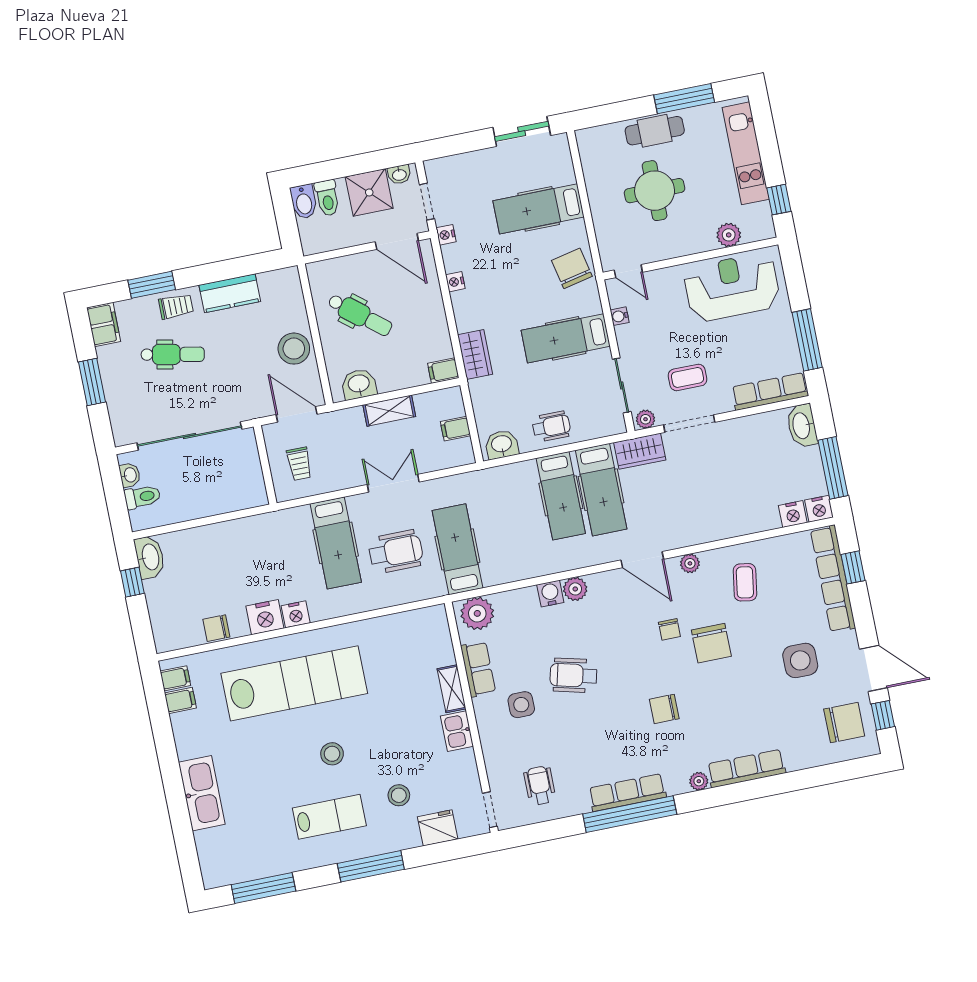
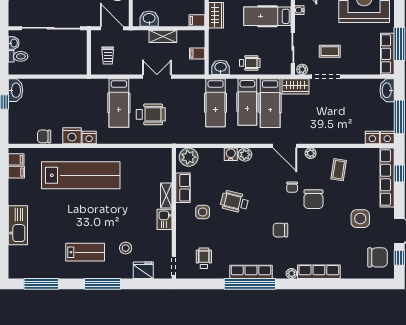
row of seats: (770, 391) -> (387, 54), moved, turned -90
hospital bed: (457, 549) -> (216, 103), moved, turned 180
stool: (332, 754) -> (94, 218), removed

